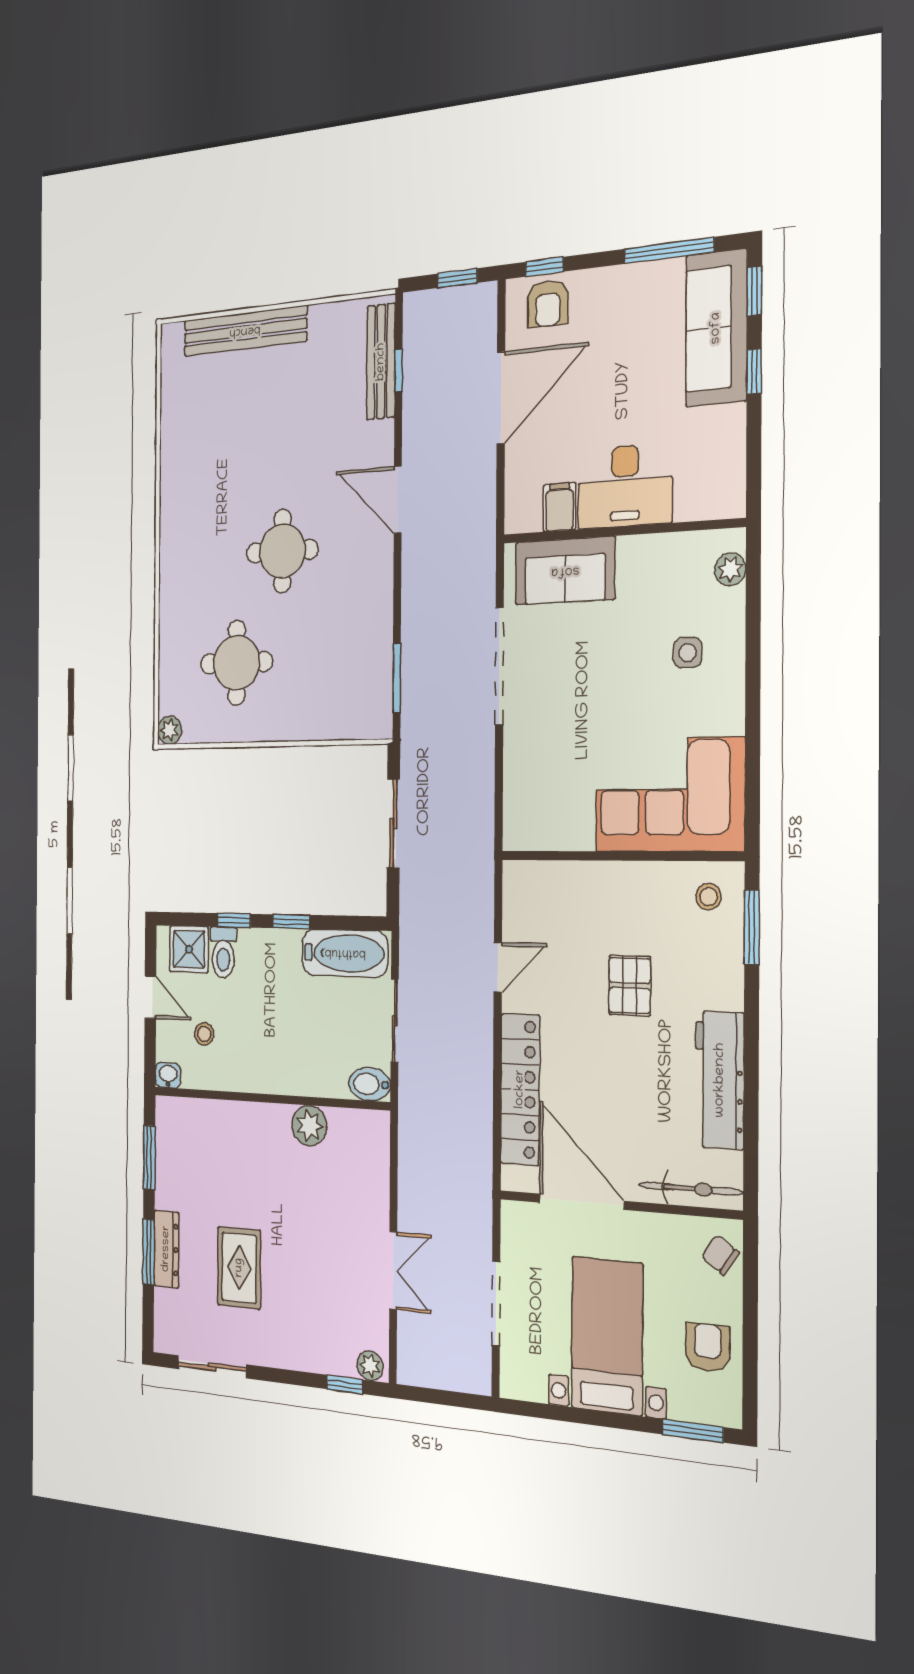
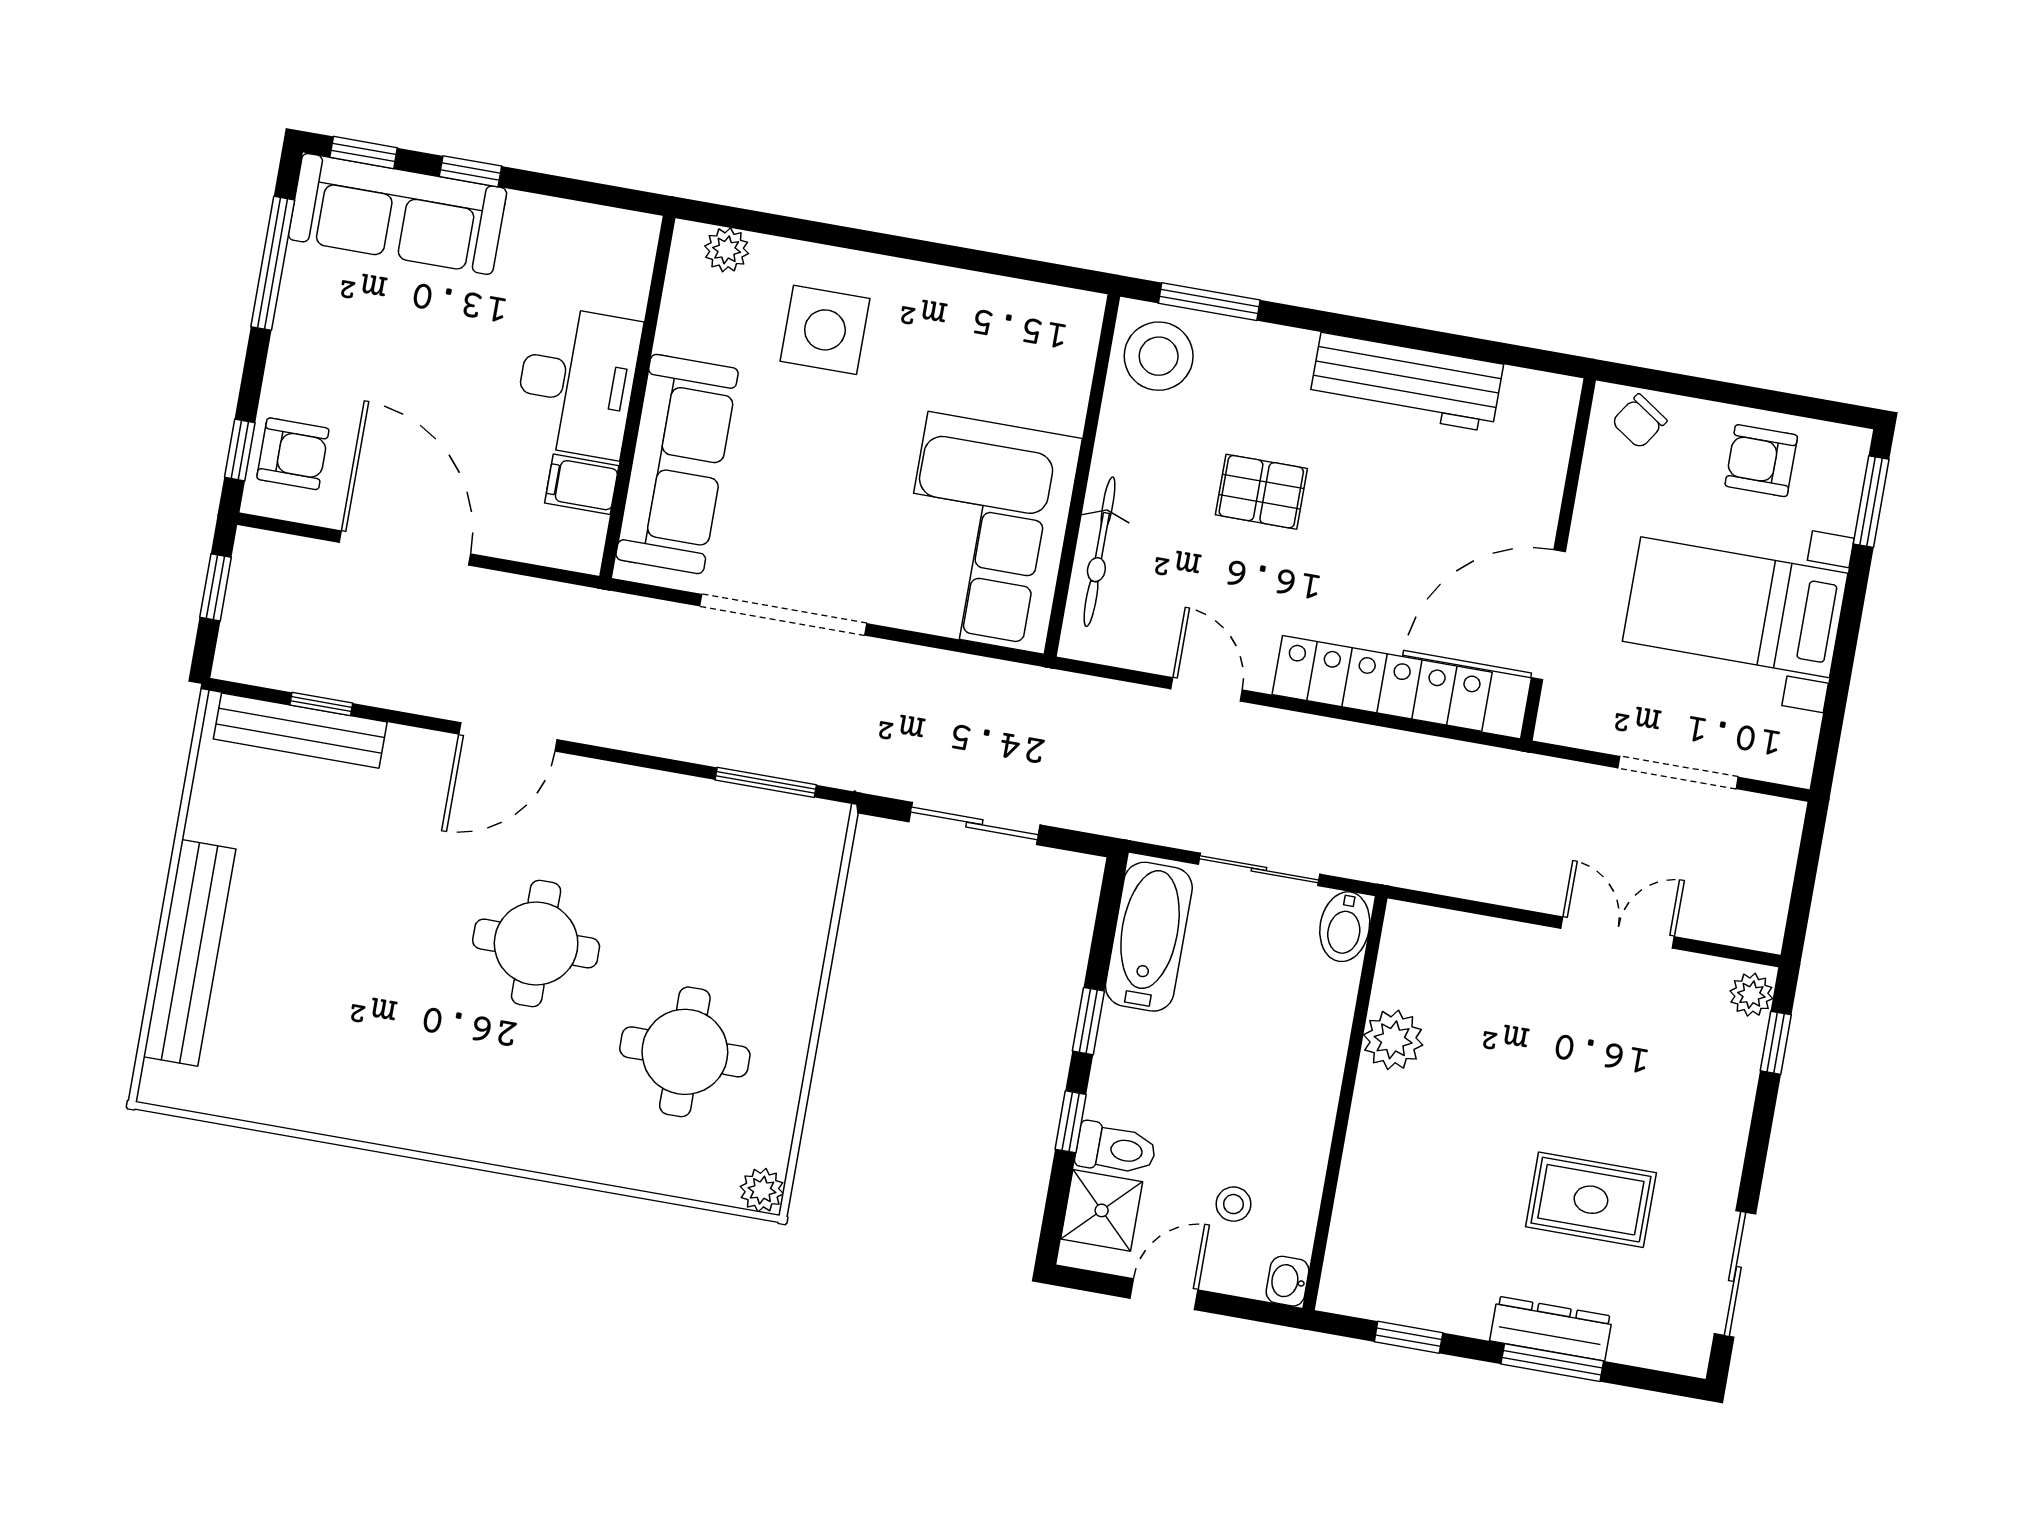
sofa: (565, 571) -> (677, 464), width x1.36
side table: (688, 653) -> (825, 330), width x1.87, depth x1.87
corner sofa: (669, 795) -> (986, 533), moved
stool: (708, 897) -> (1159, 356), width x1.89, depth x1.89
window: (149, 1157) -> (1409, 1337), width x0.67
bicycle: (691, 1189) -> (1100, 552), moved, turned 180

